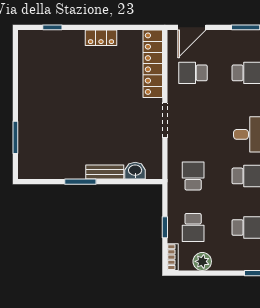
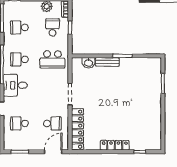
locker: (101, 38) -> (115, 145), width x1.53
school desk: (193, 176) -> (52, 59), width x1.85

